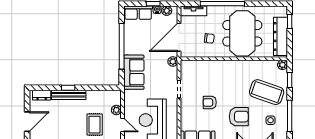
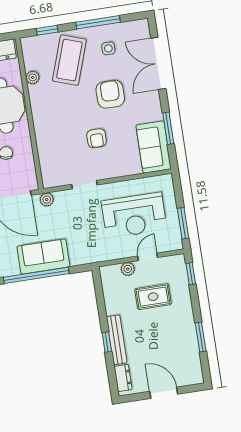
plant: (282, 65) -> (33, 77), moved
sofa: (134, 72) -> (43, 256), moved

